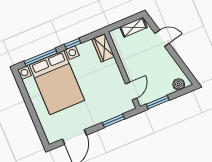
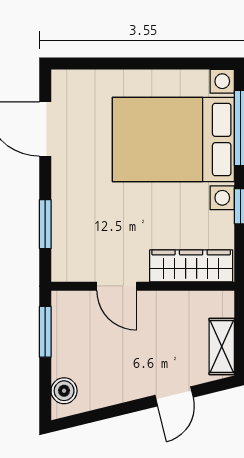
wardrobe: (103, 48) -> (191, 266), width x1.50
door: (131, 91) -> (117, 286), moved

